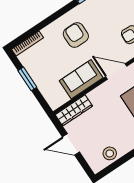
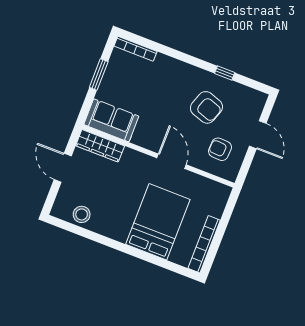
armchair: (76, 35) -> (206, 107), moved, turned 109
sofa: (81, 79) -> (111, 120), moved

